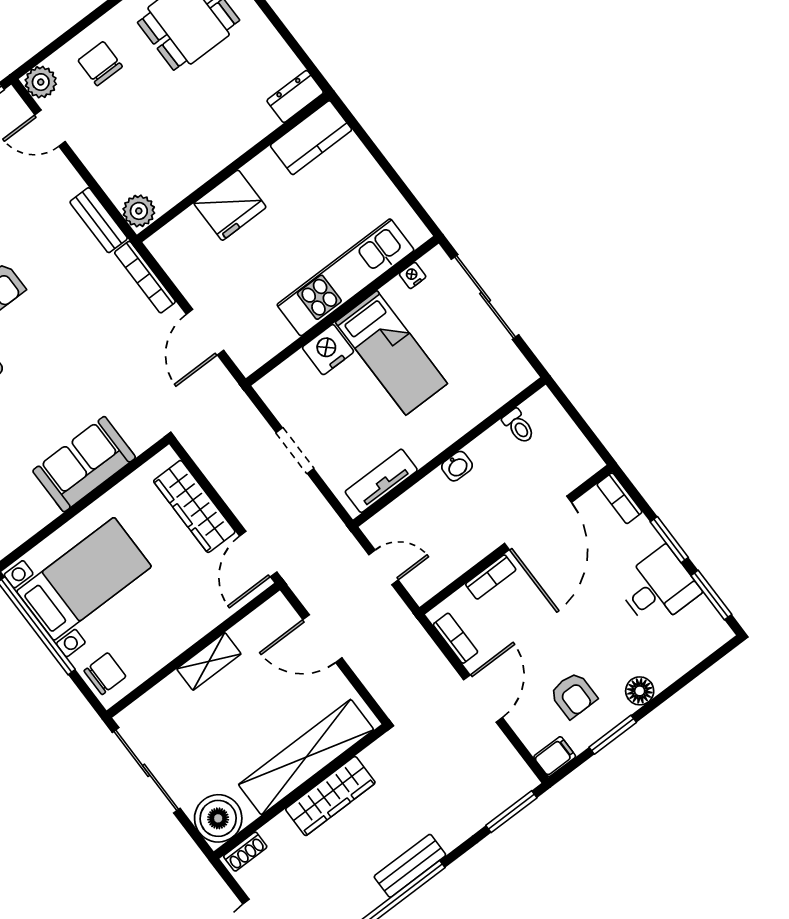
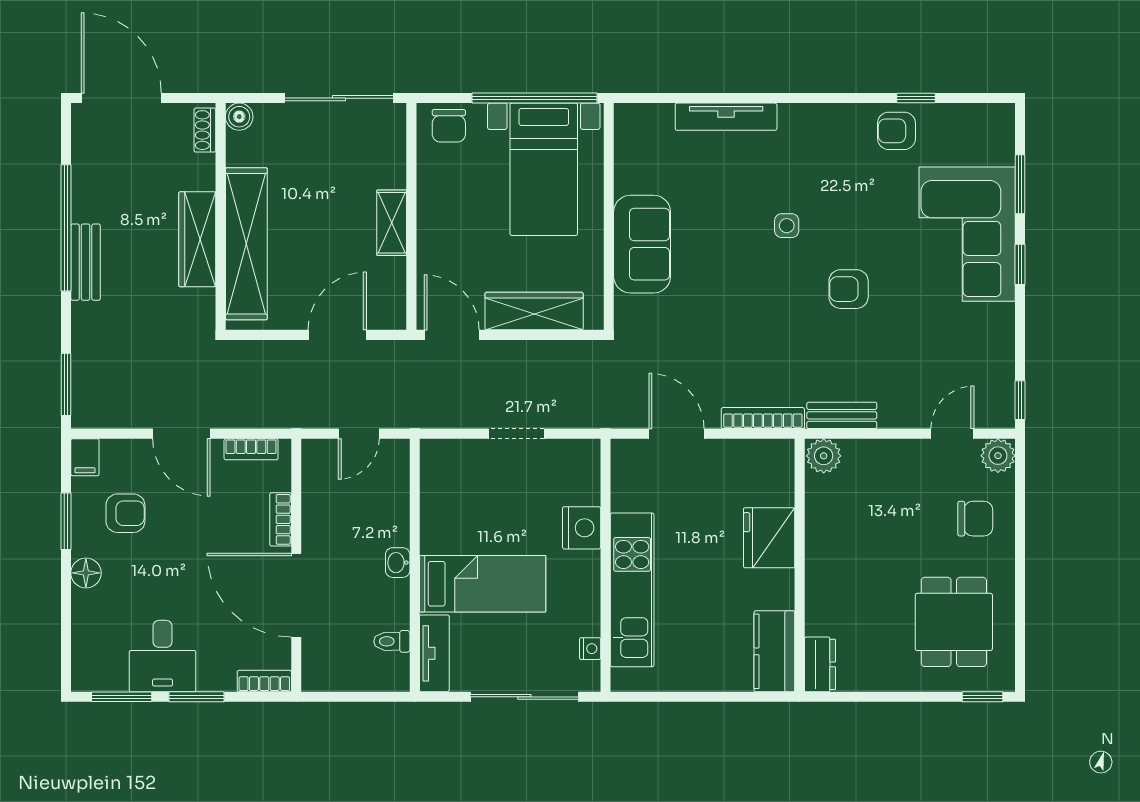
bed: (391, 353) -> (483, 584), moved, turned 180
tv unit: (381, 481) -> (434, 653), moved
armchair: (573, 695) -> (125, 513), turned 180
boiler: (218, 818) -> (239, 117), width x0.54, depth x0.54

